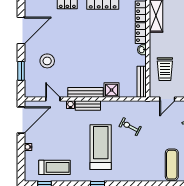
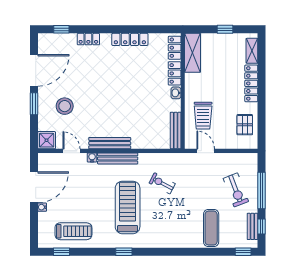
window: (21, 71) -> (34, 104), moved
shower: (112, 90) -> (47, 140), moved
door: (167, 99) -> (206, 151), swing flipped
bench: (88, 105) -> (118, 158), width x1.36
door: (21, 120) -> (34, 187), moved

